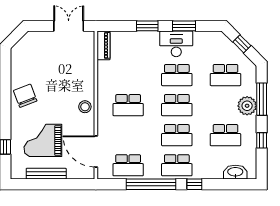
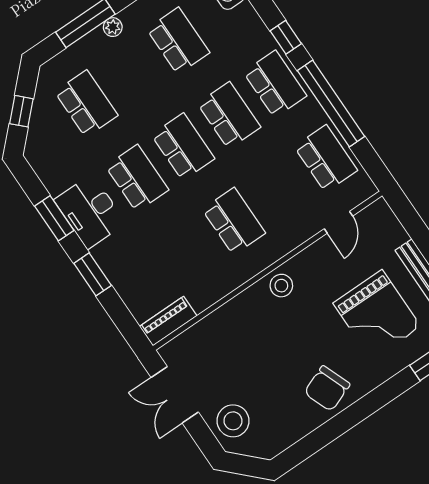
stool: (39, 44) -> (233, 421), added
plant: (247, 106) -> (113, 27), width x0.53, depth x0.53
door: (96, 151) -> (338, 222), width x0.53

